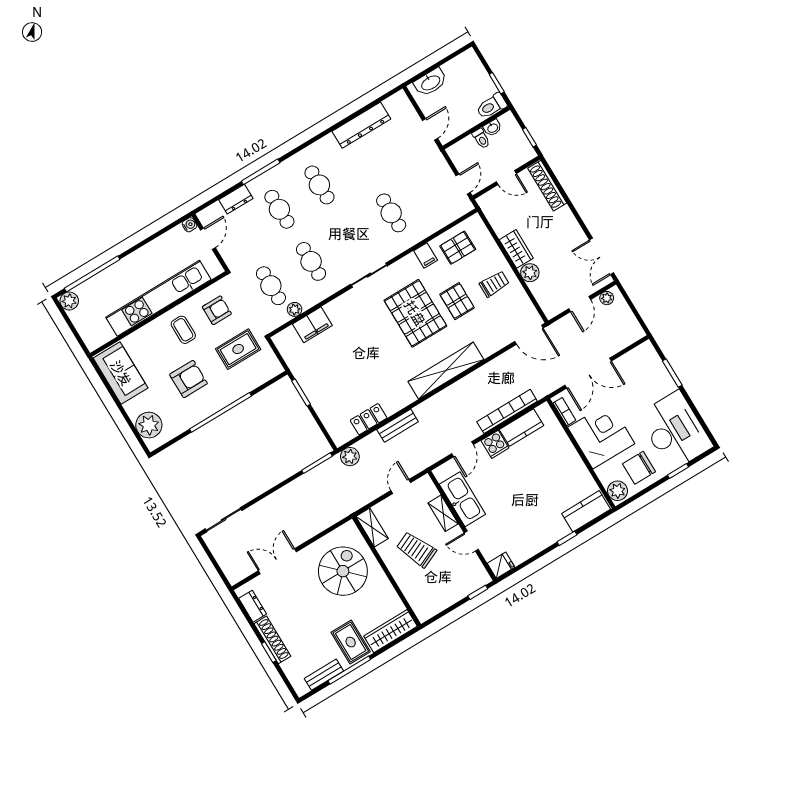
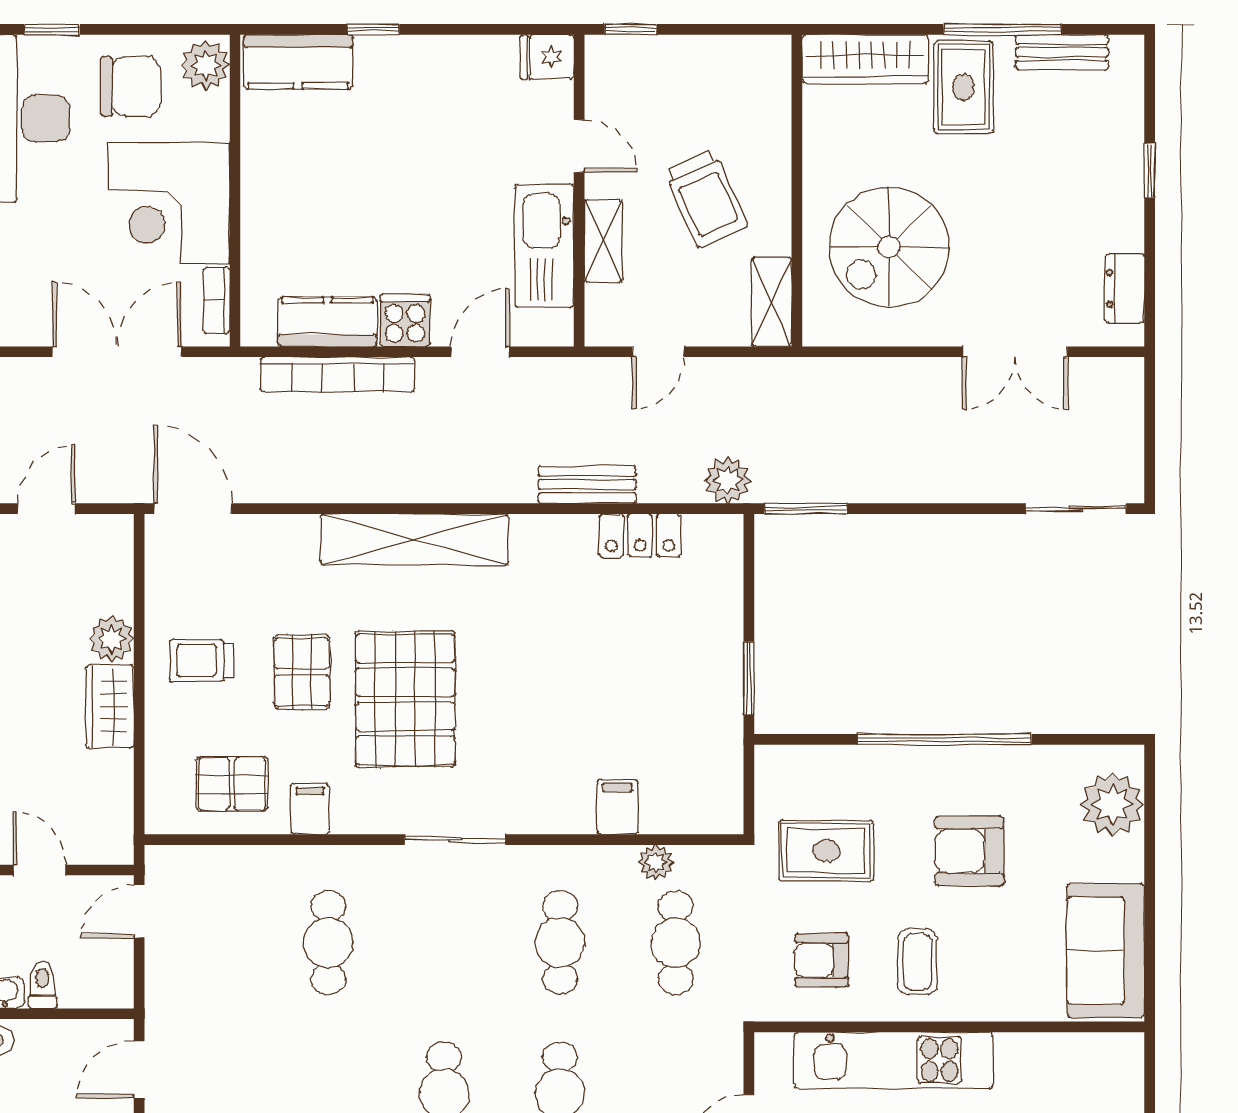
kitchen unit: (158, 298) -> (894, 1060), width x0.73
filing cabinet: (312, 325) -> (617, 807), width x0.50
shoe rack: (272, 640) -> (1126, 192), removed

